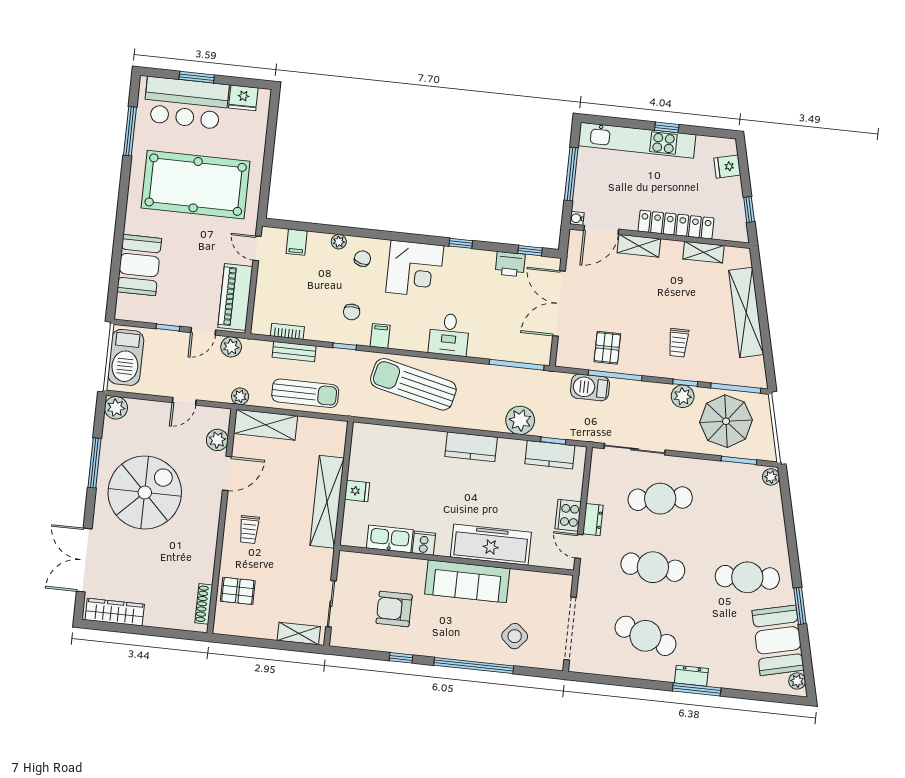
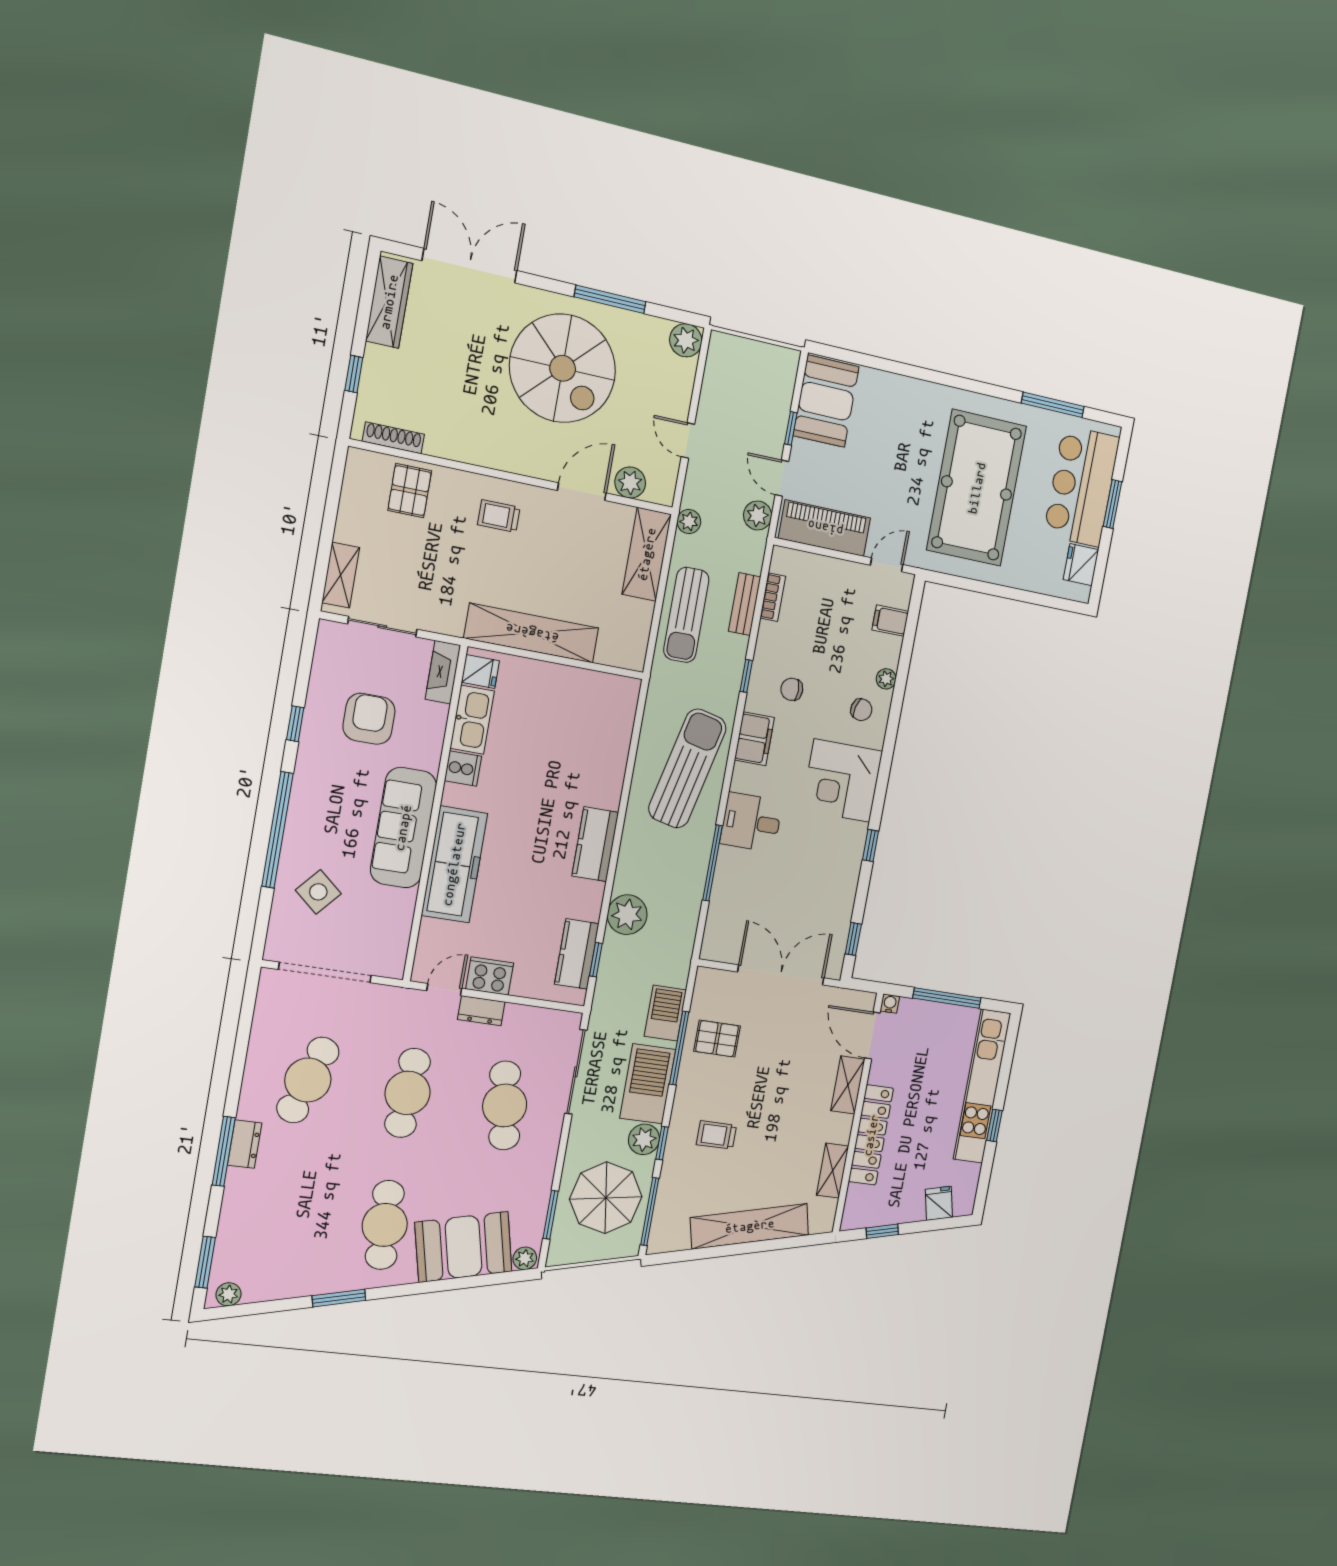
printer: (510, 264) -> (838, 911), removed
booth: (139, 265) -> (826, 401), moved, turned 90
filing cabinet: (380, 336) -> (754, 739), width x2.00
barbecue: (126, 357) -> (648, 1084), moved, turned 90
window: (517, 365) -> (713, 863), moved
door: (227, 473) -> (582, 492), swing flipped
fridge: (357, 491) -> (480, 672), moved, turned -90
fireplace: (359, 561) -> (443, 672), added
window: (165, 633) -> (354, 374), added
booth: (778, 640) -> (464, 1247), moved
window: (775, 698) -> (205, 1262), added

